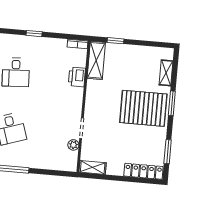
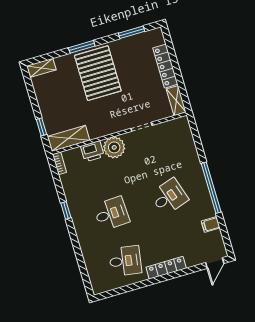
shelving: (166, 73) -> (41, 68), moved
plant: (73, 145) -> (114, 147), moved, width x1.87, depth x1.87
locker: (143, 171) -> (165, 66), moved

